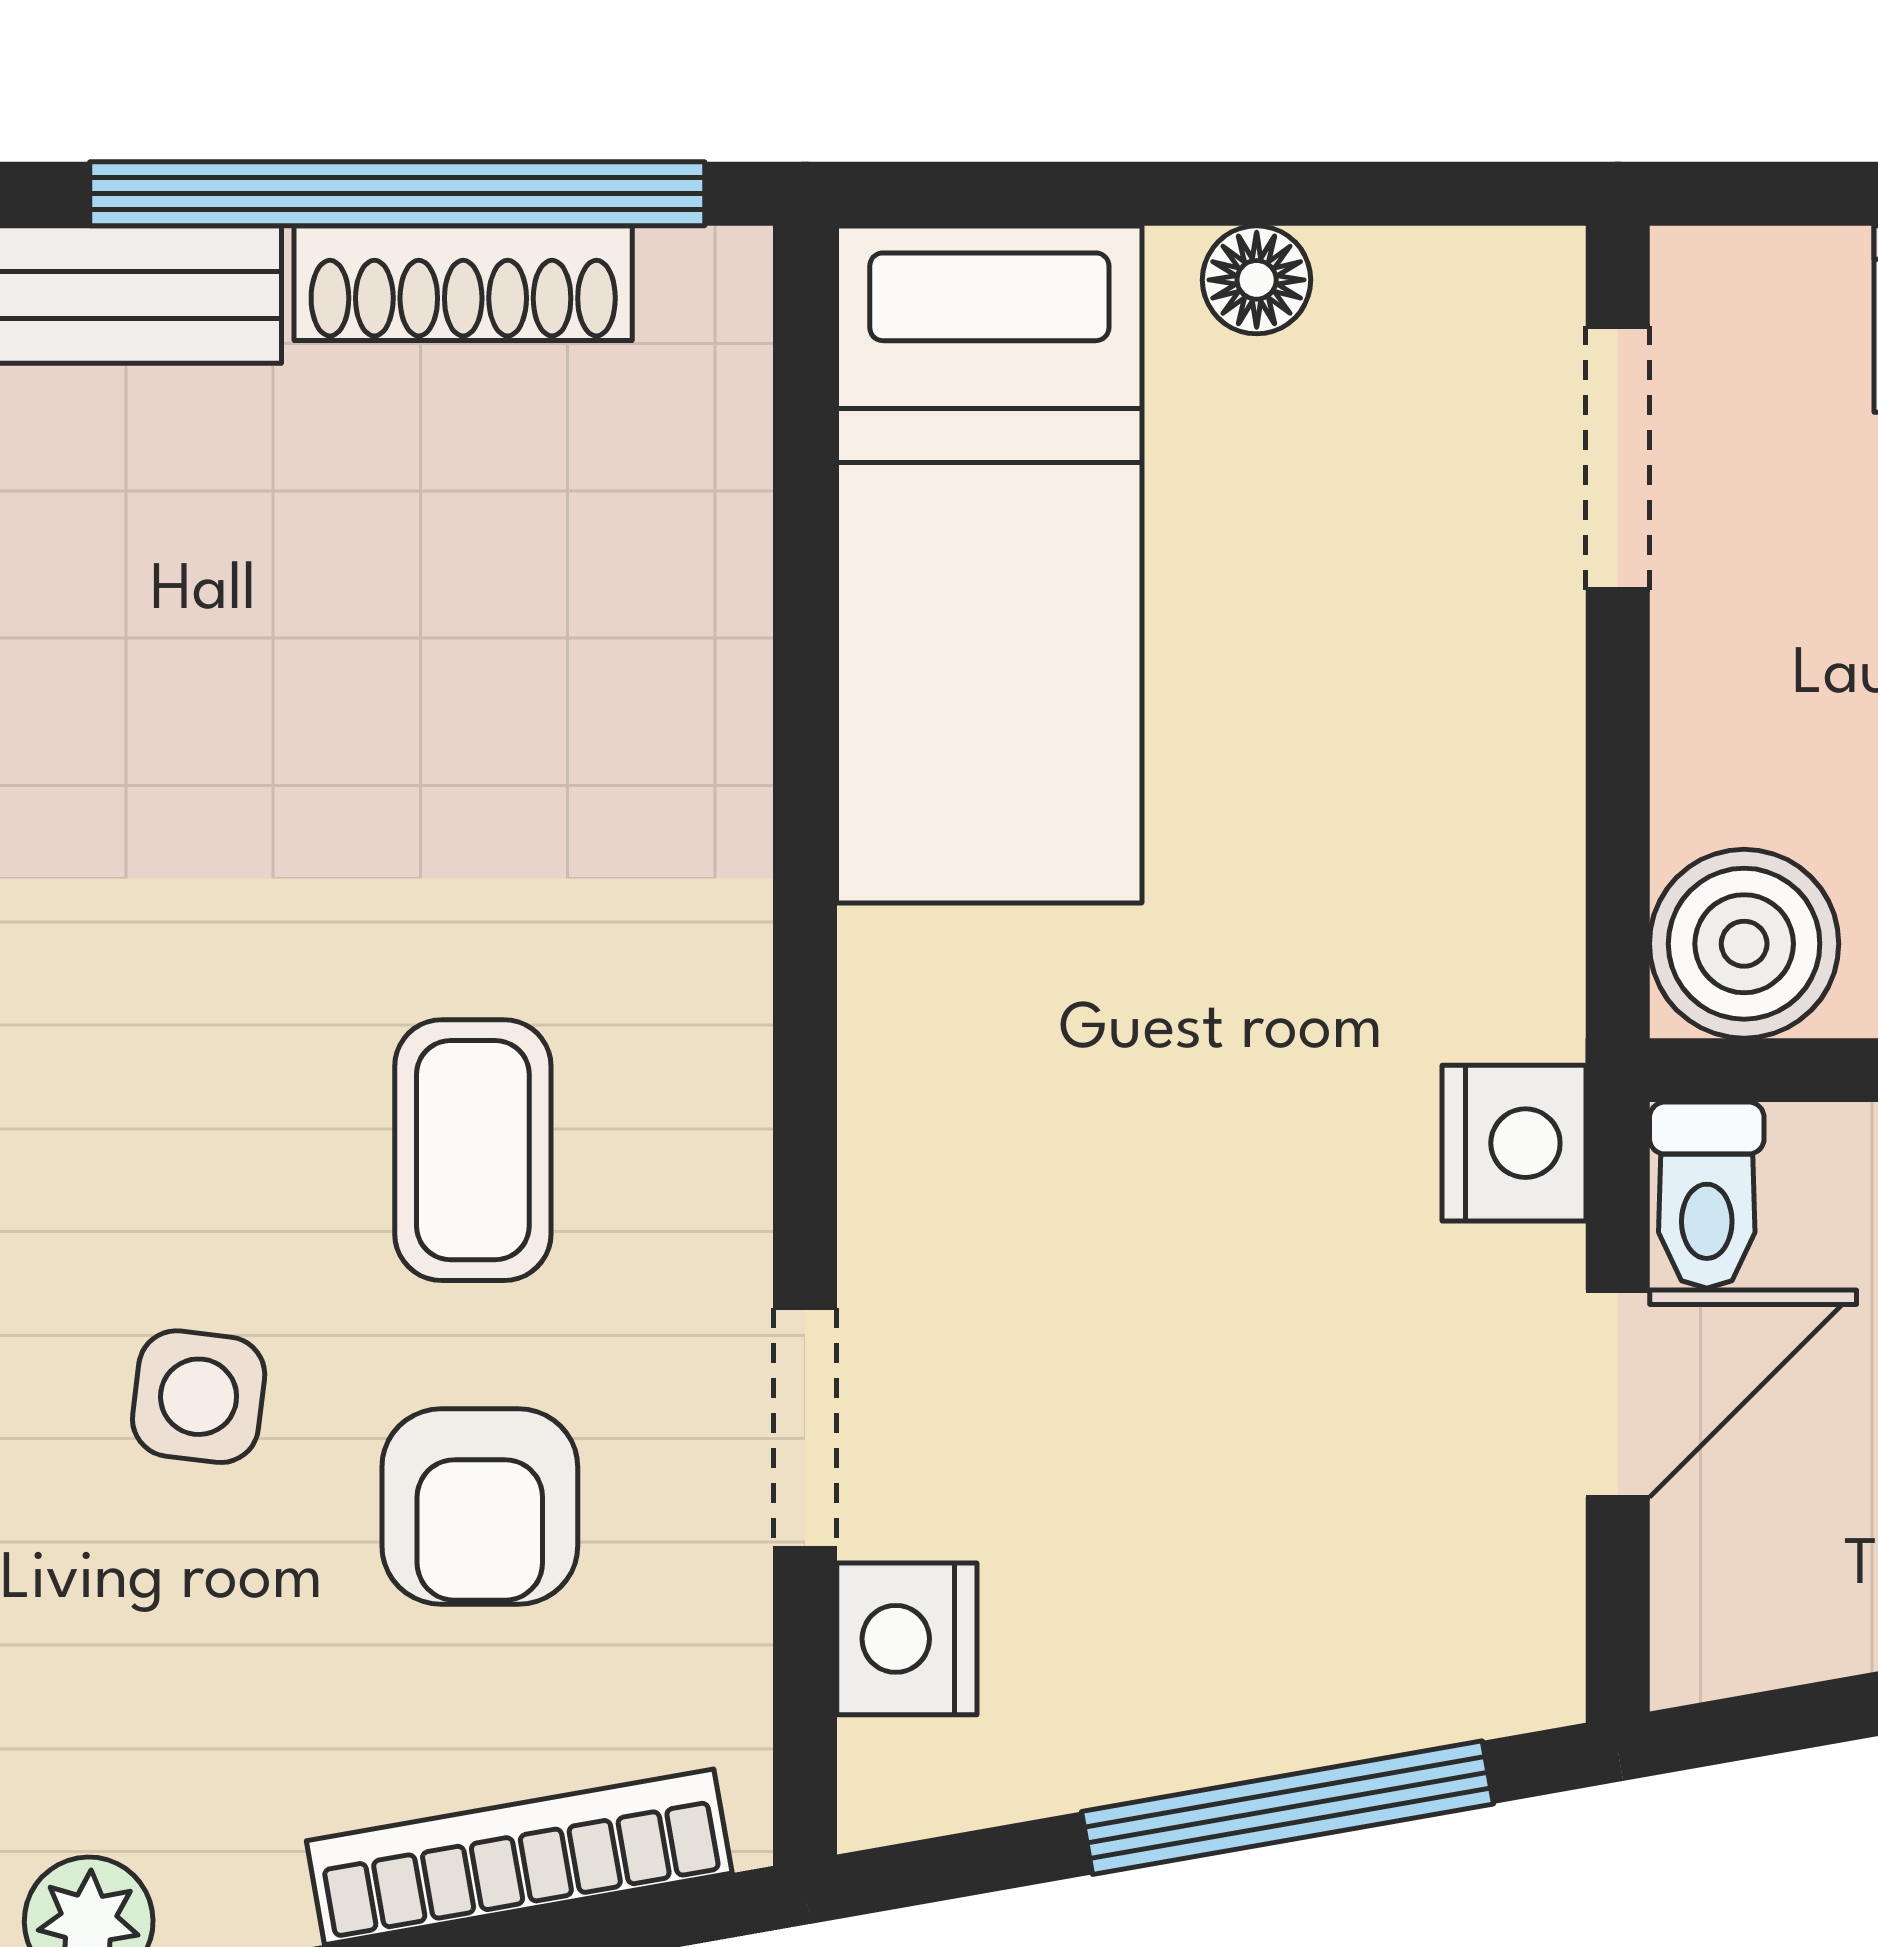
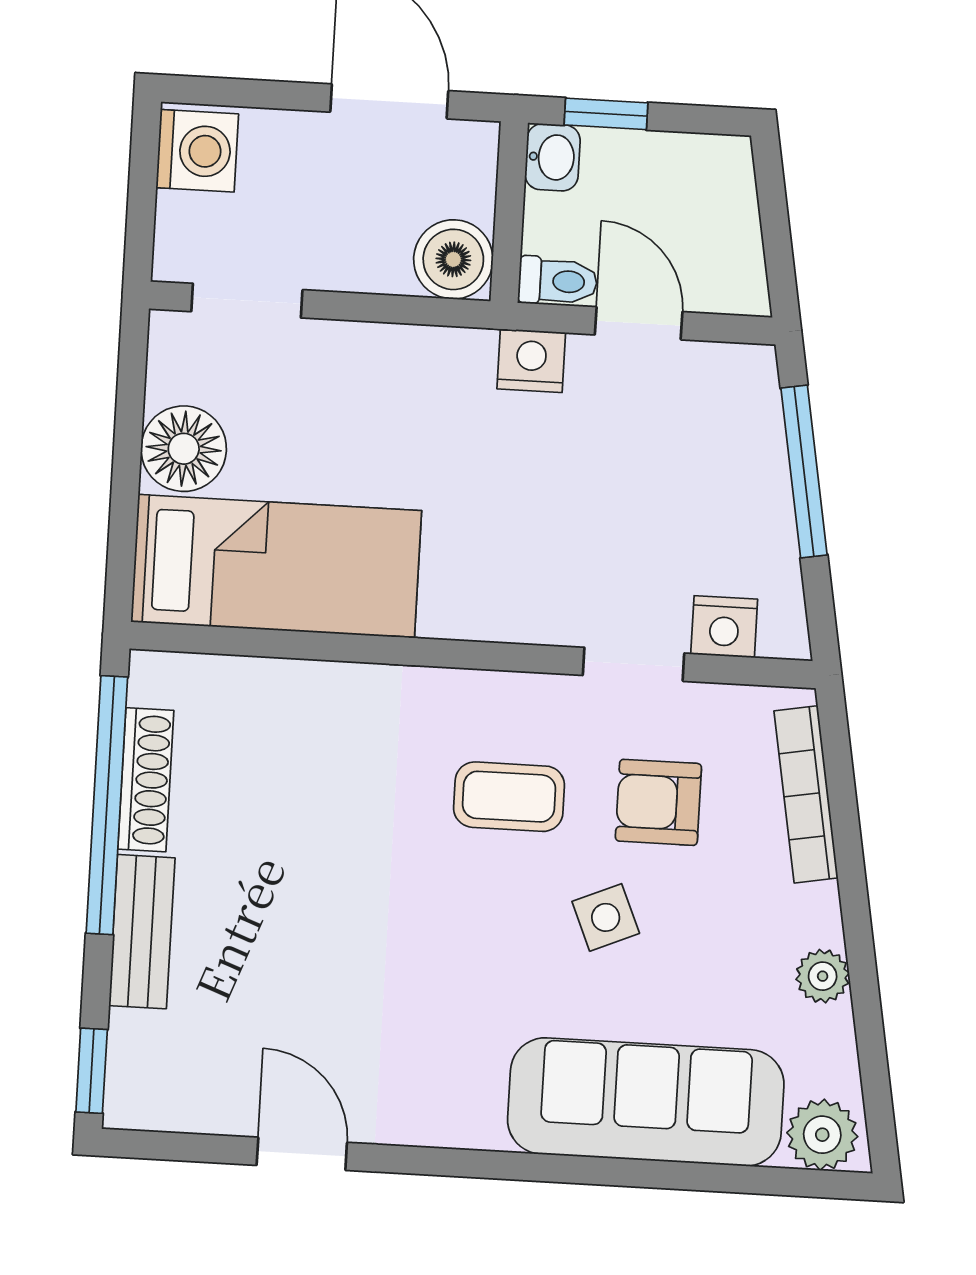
floor lamp: (1257, 280) -> (184, 449), width x1.89, depth x1.89
side table: (199, 1397) -> (606, 917), turned -30
armchair: (480, 1507) -> (658, 802), turned 180

